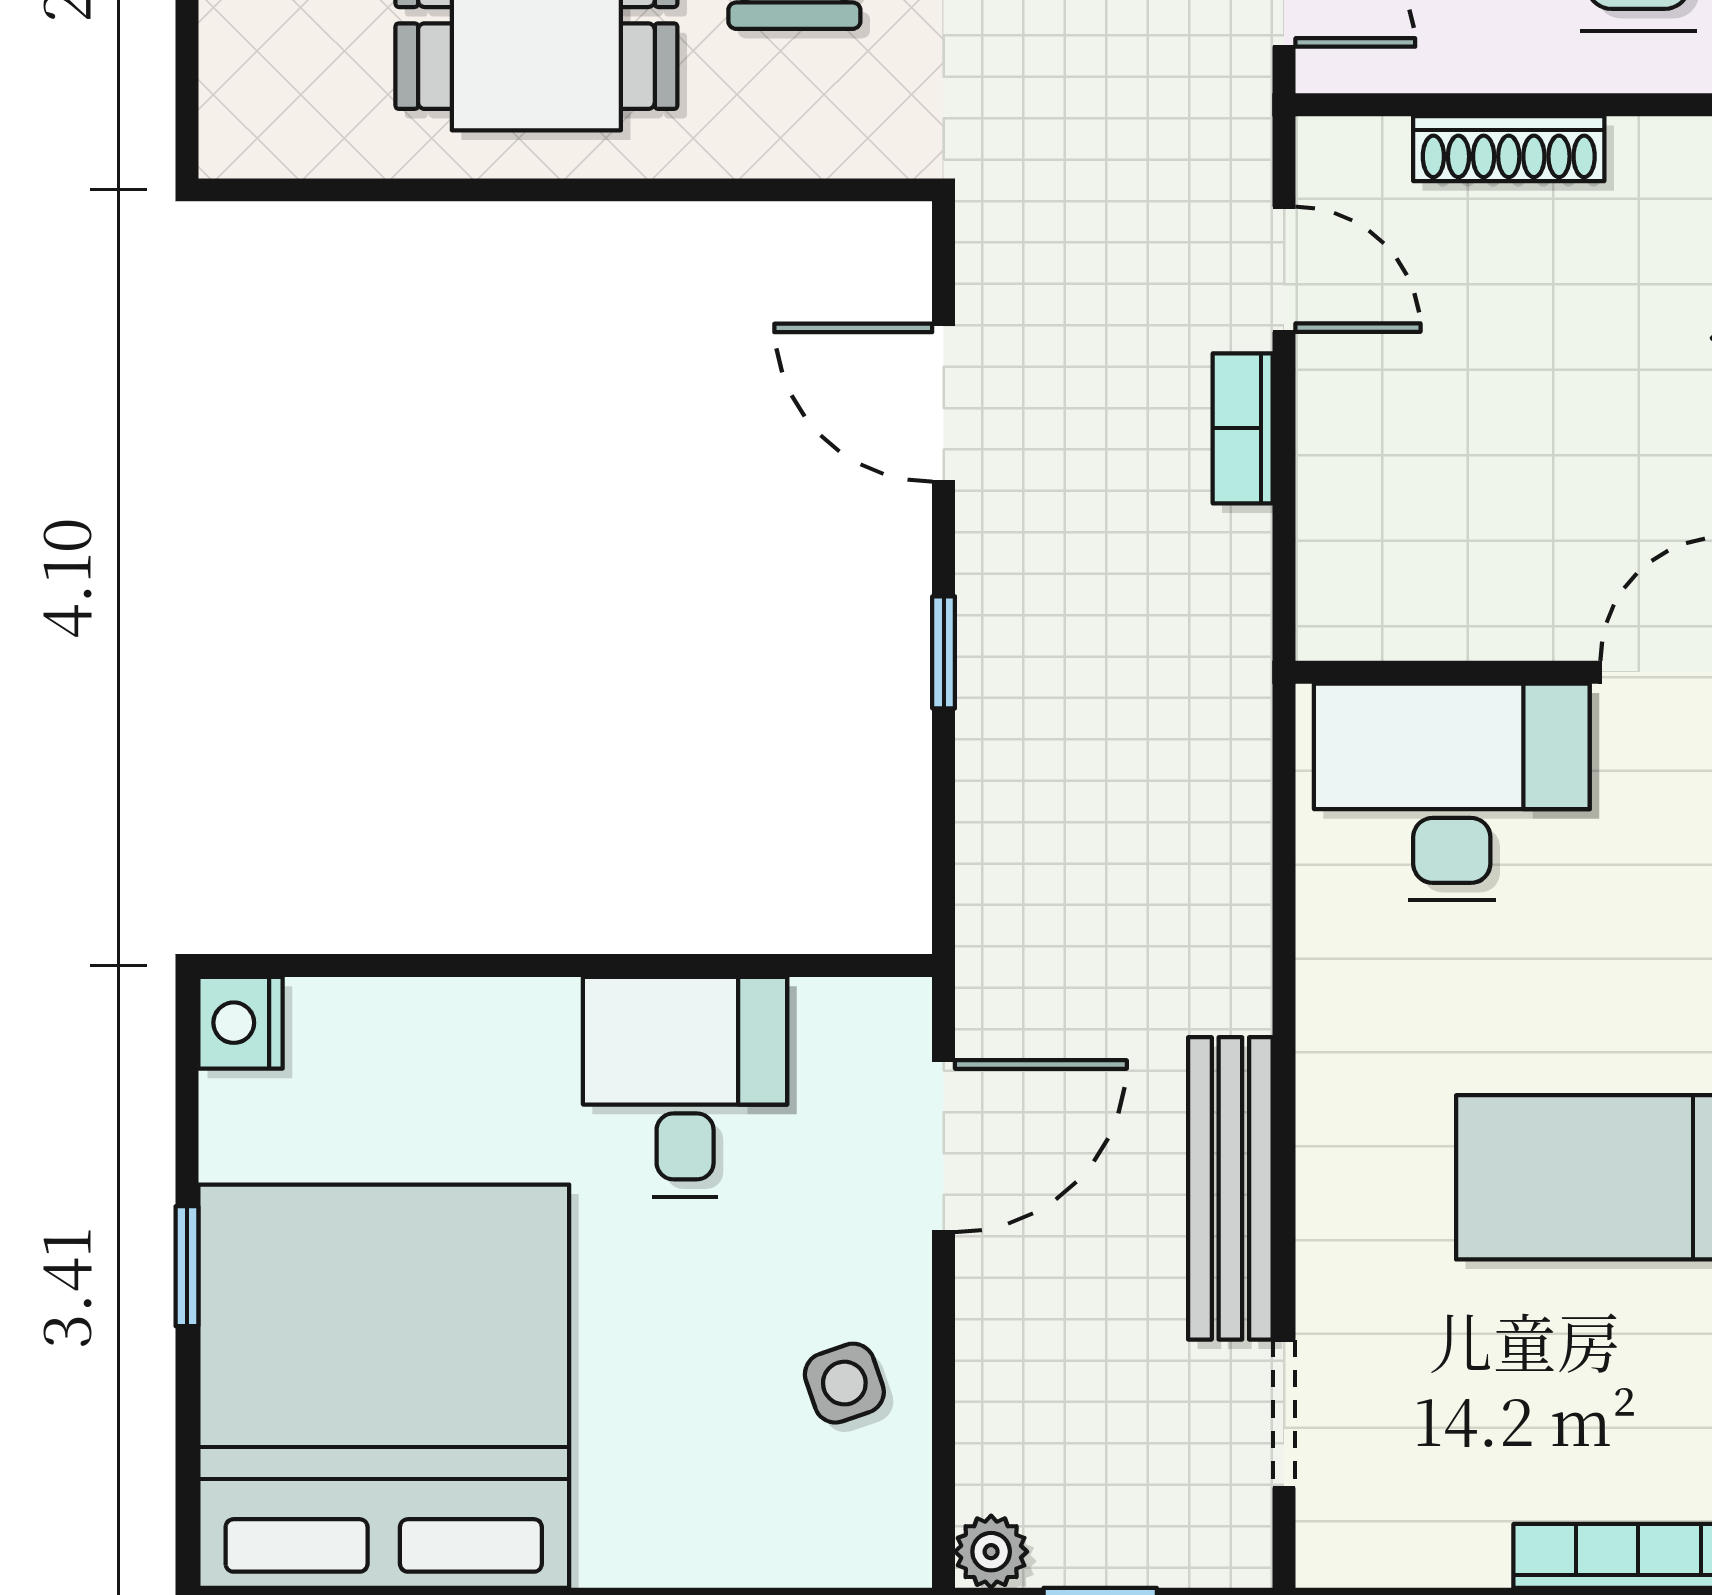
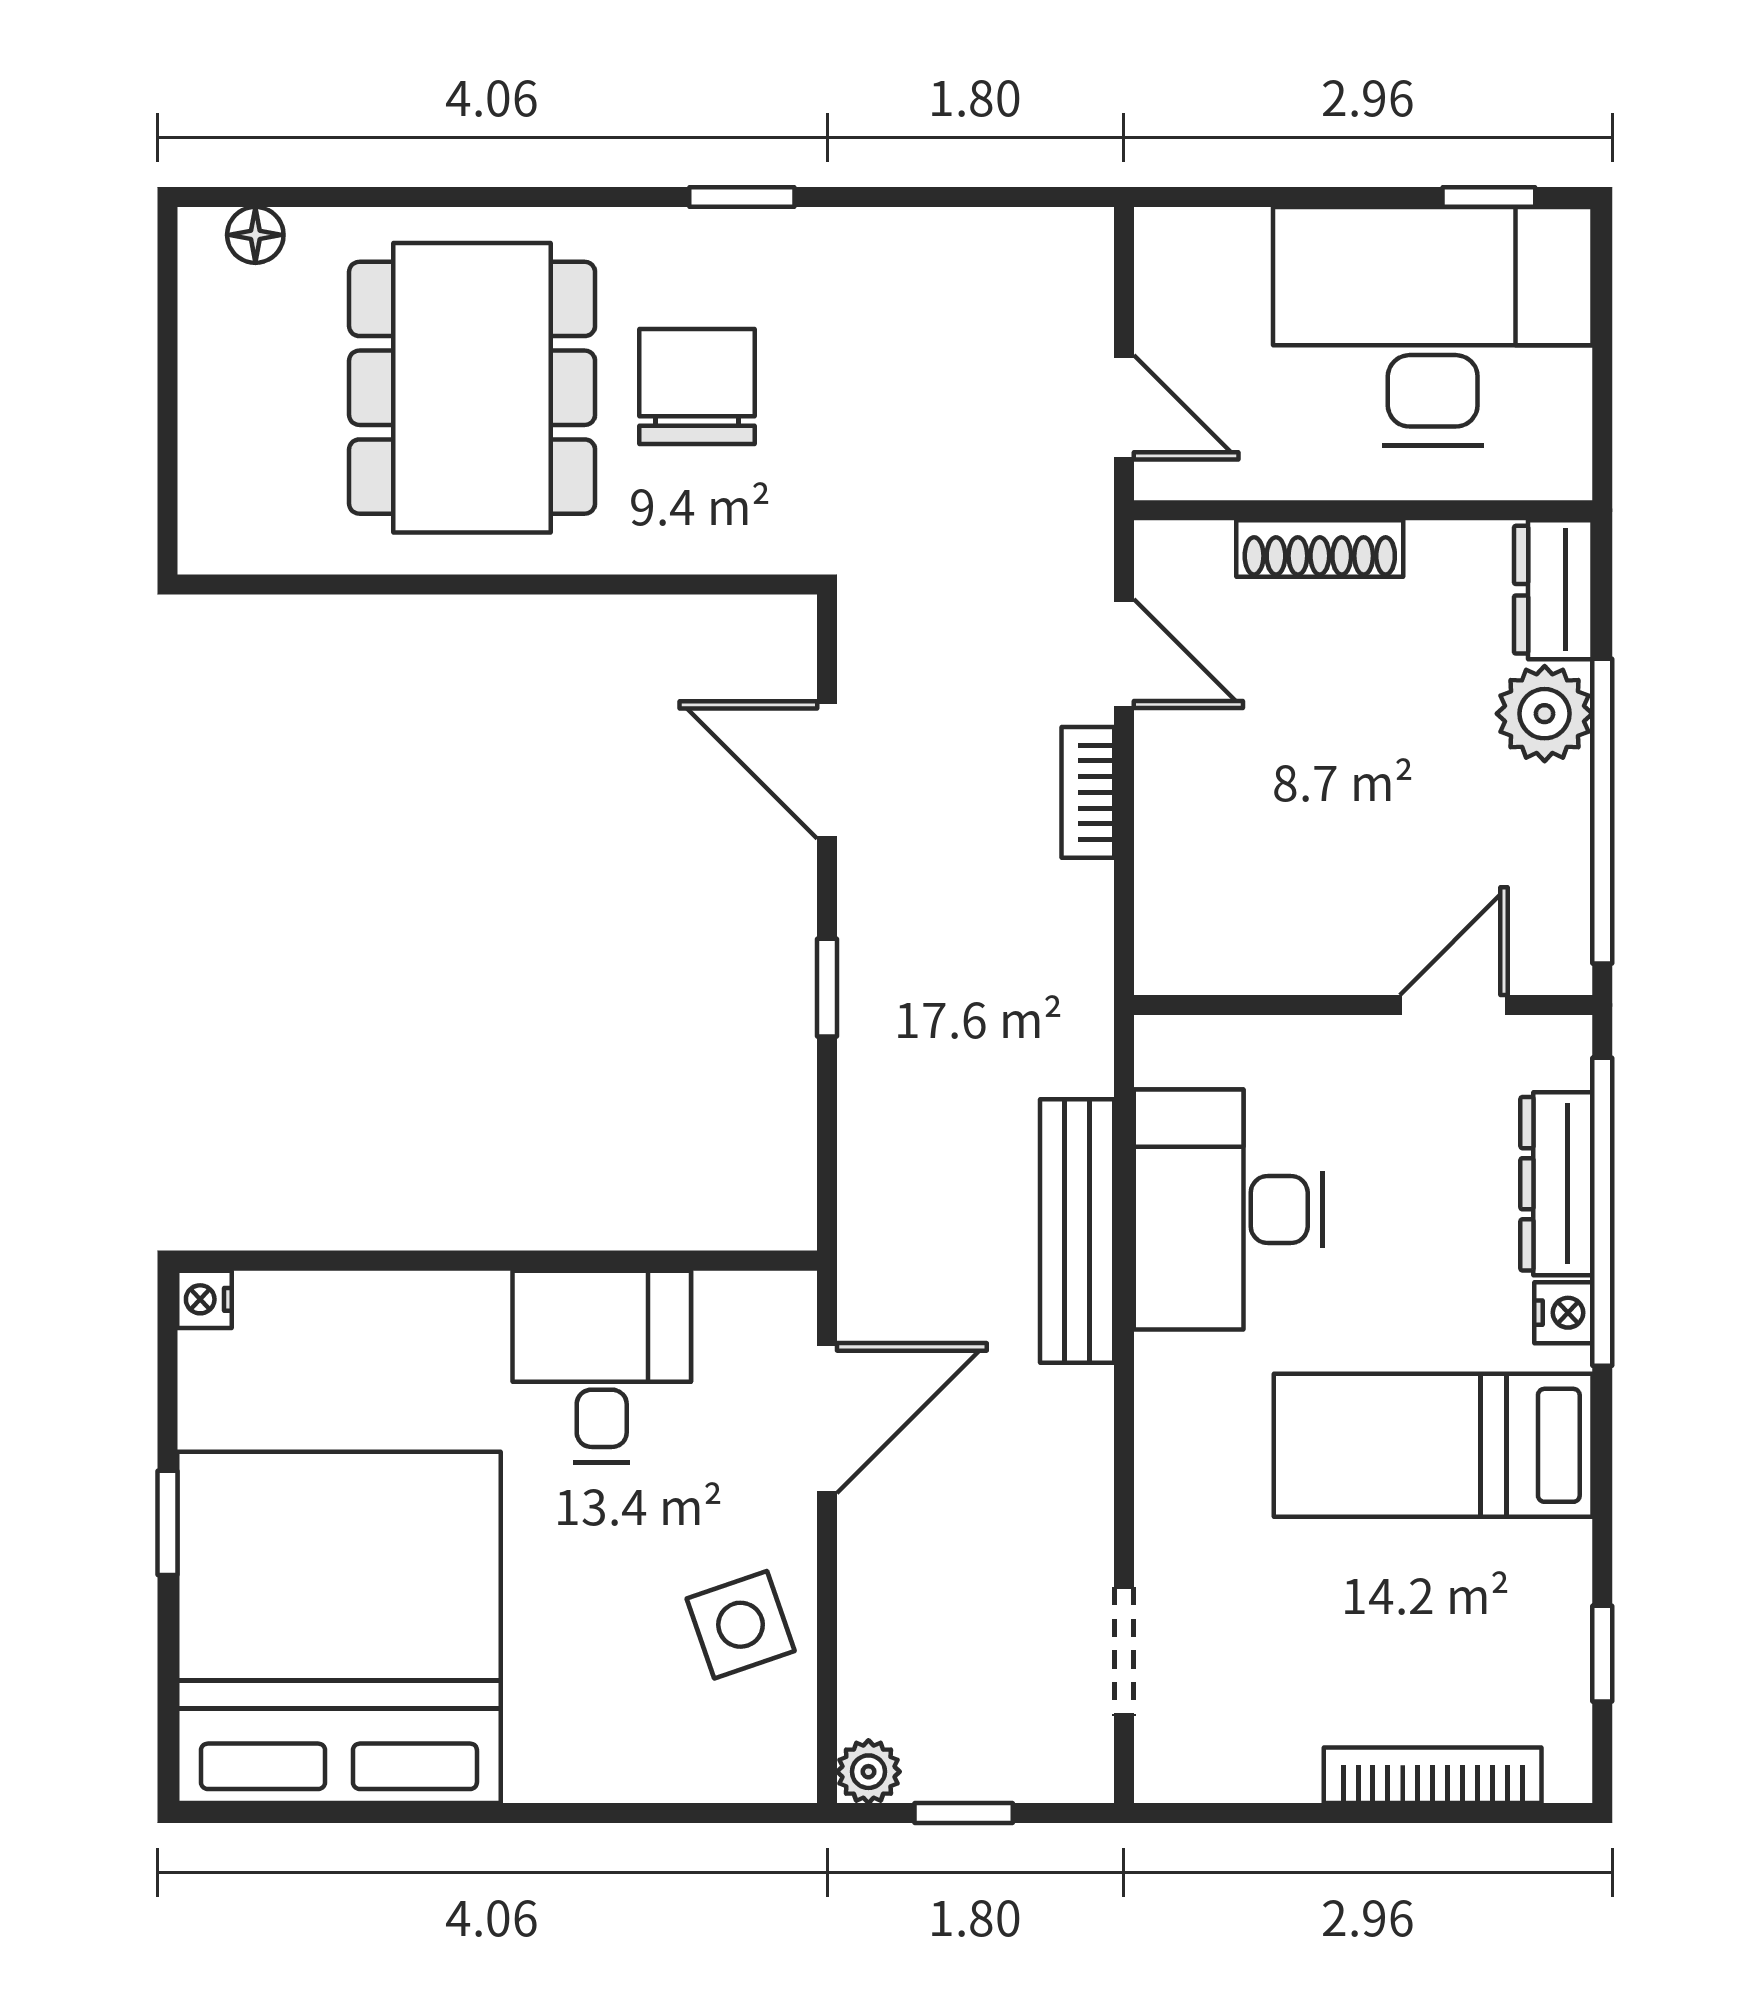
desk: (1452, 792) -> (1228, 1209), moved, turned -90
nightstand: (241, 1023) -> (205, 1299), width x0.72, depth x0.74
bench: (1230, 1188) -> (1077, 1231), moved
side table: (844, 1383) -> (741, 1625), width x1.37, depth x1.37

